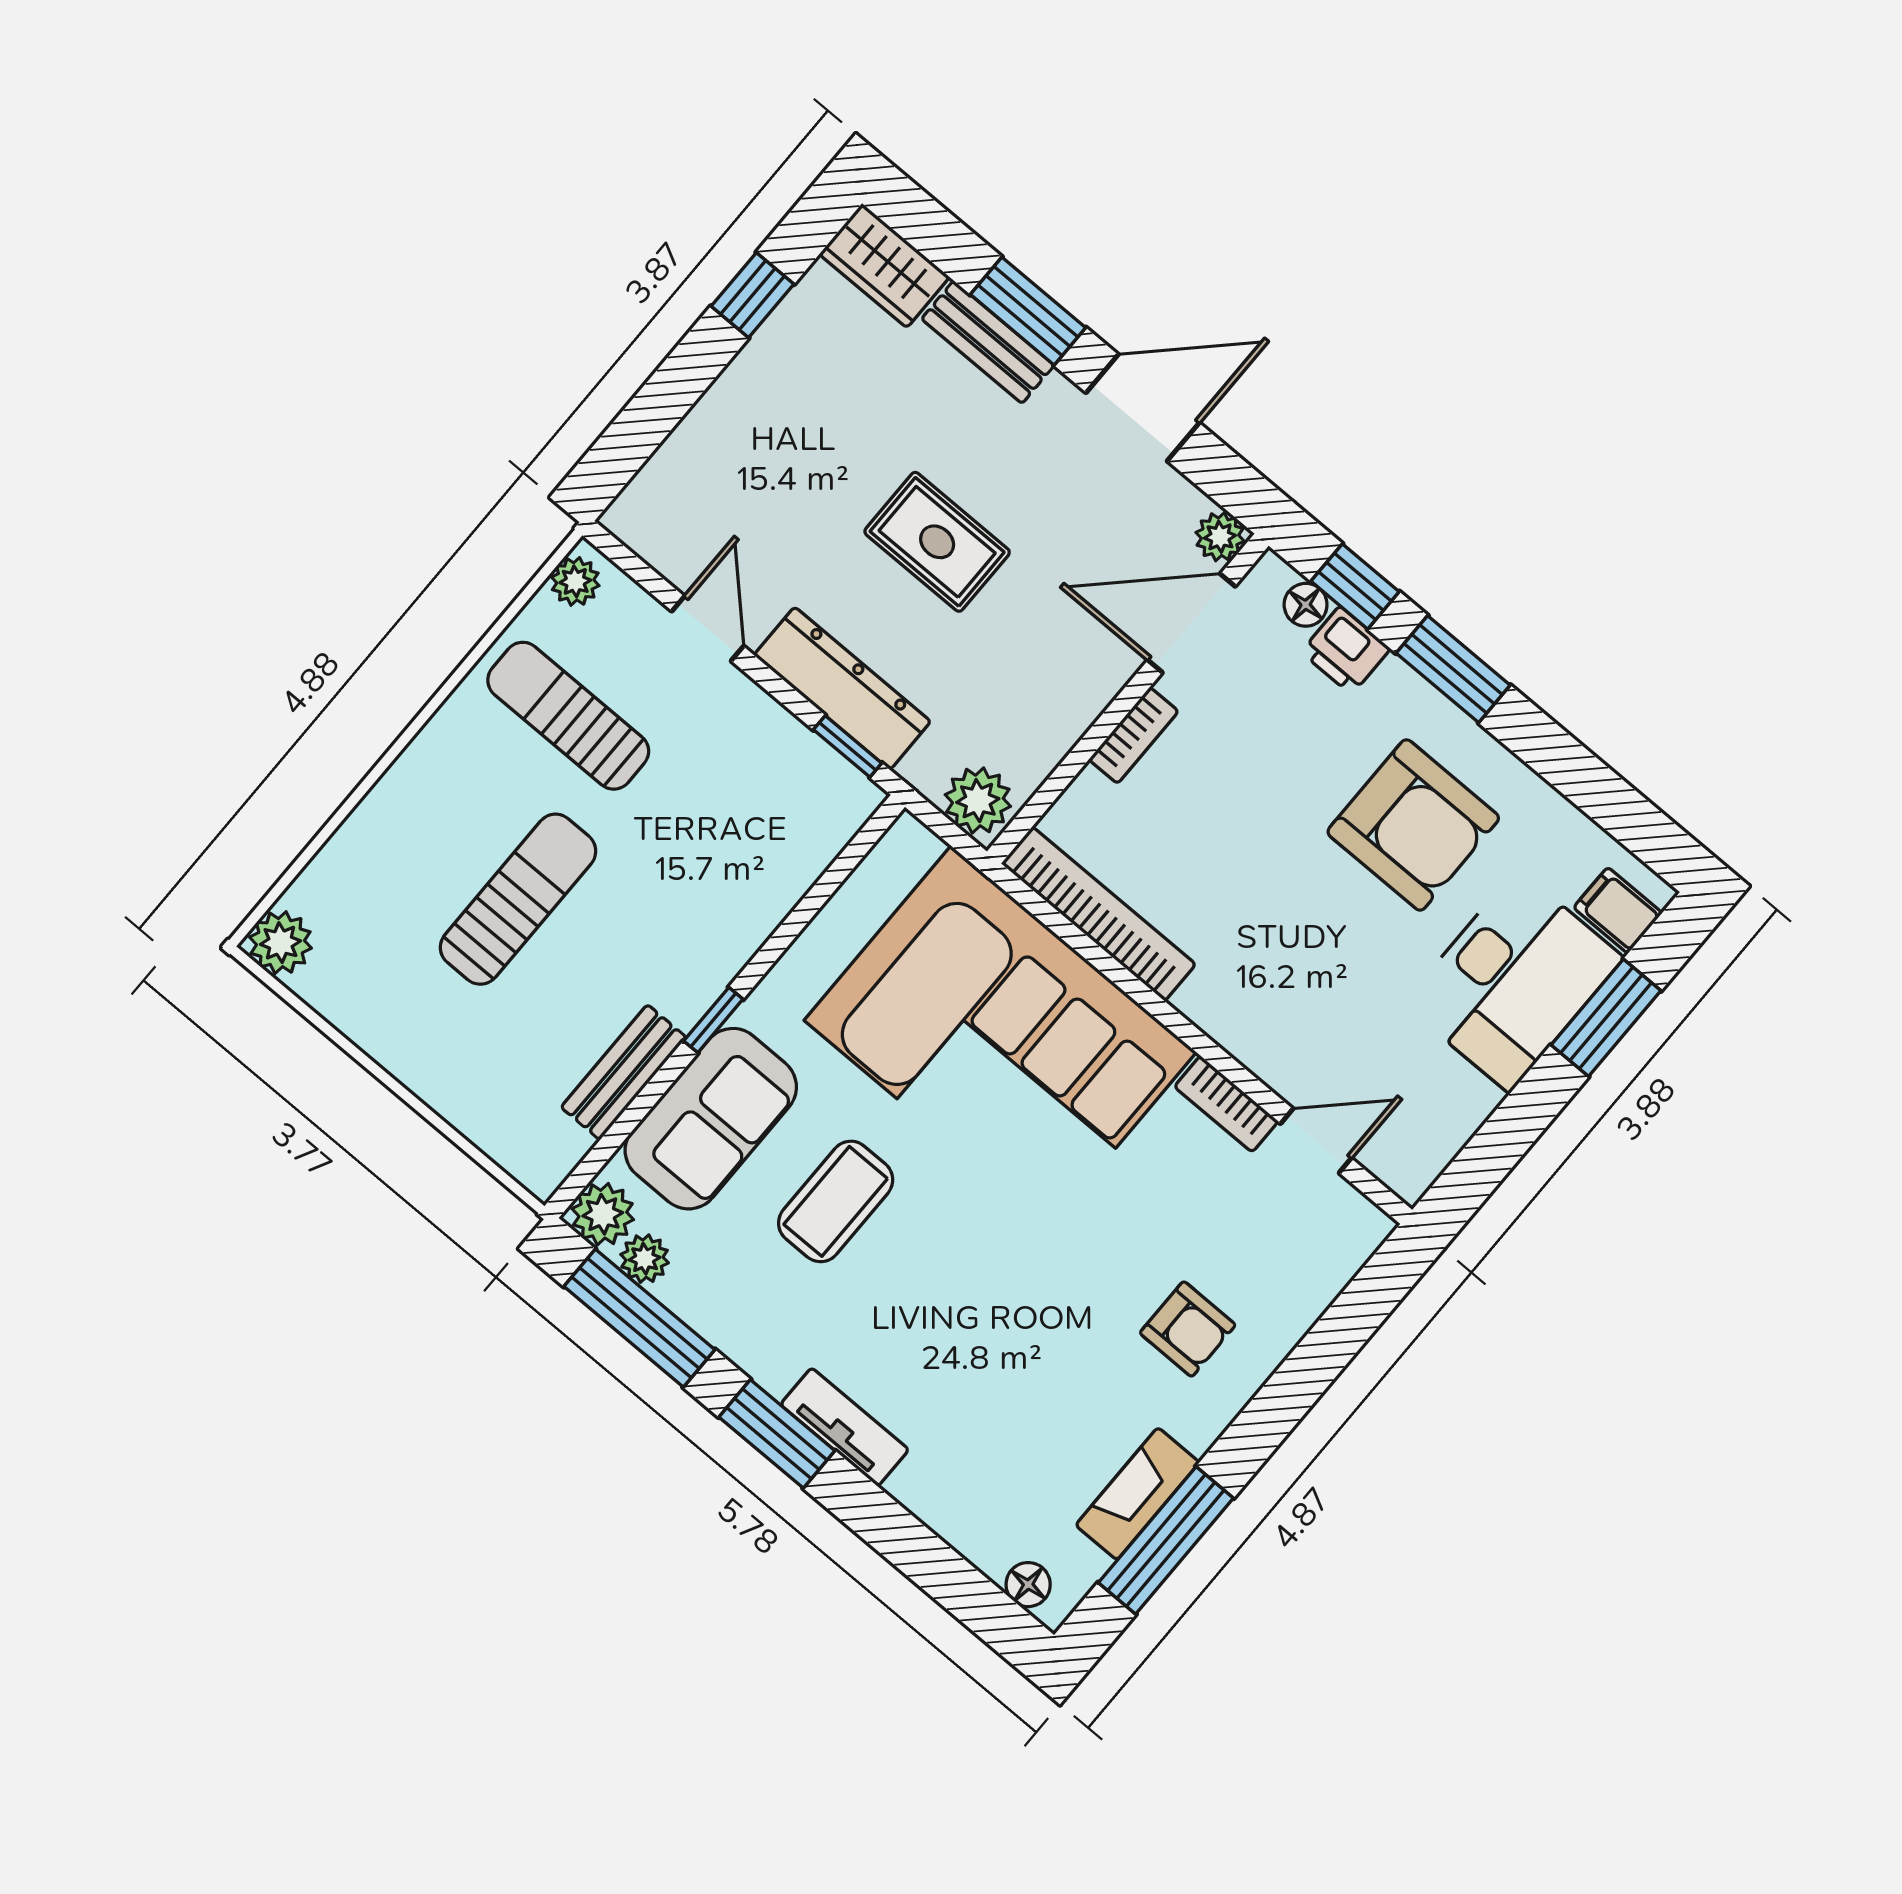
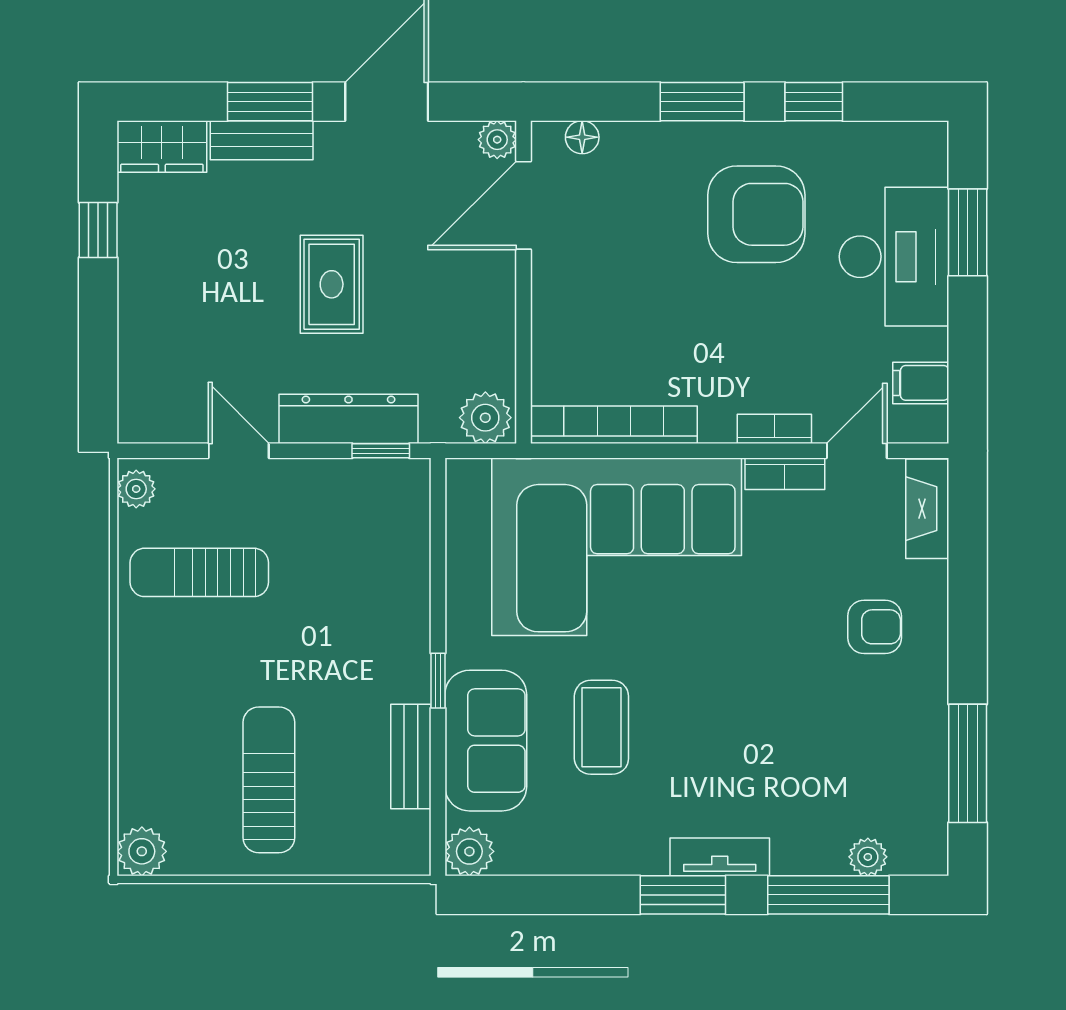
rug: (937, 542) -> (332, 284), turned 90
window: (1355, 586) -> (814, 102), moved
printer: (1346, 650) -> (629, 144), removed
bookcase: (1134, 735) -> (774, 429), moved, turned -90
sun lounger: (518, 899) -> (269, 780), moved
filing cabinet: (1618, 910) -> (921, 383), moved
plant: (645, 1259) -> (868, 857), moved
window: (639, 1318) -> (828, 895), moved
fireplace: (1137, 1494) -> (927, 509), moved
floor lamp: (1028, 1585) -> (908, 859), removed

